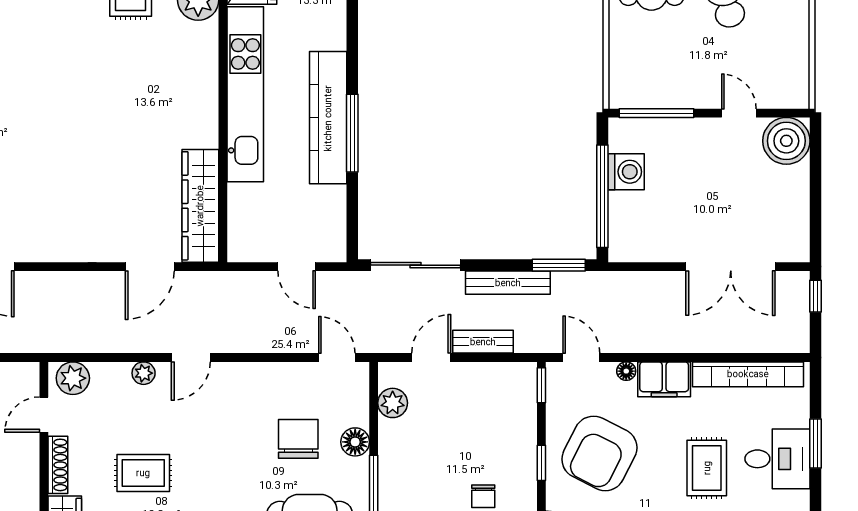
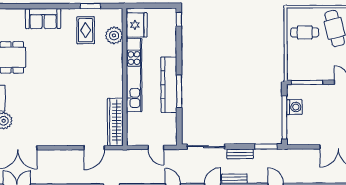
bench: (508, 283) -> (240, 154), width x0.73

